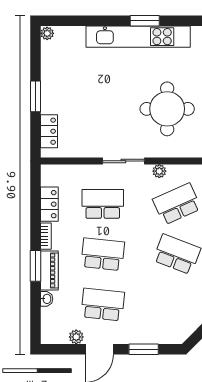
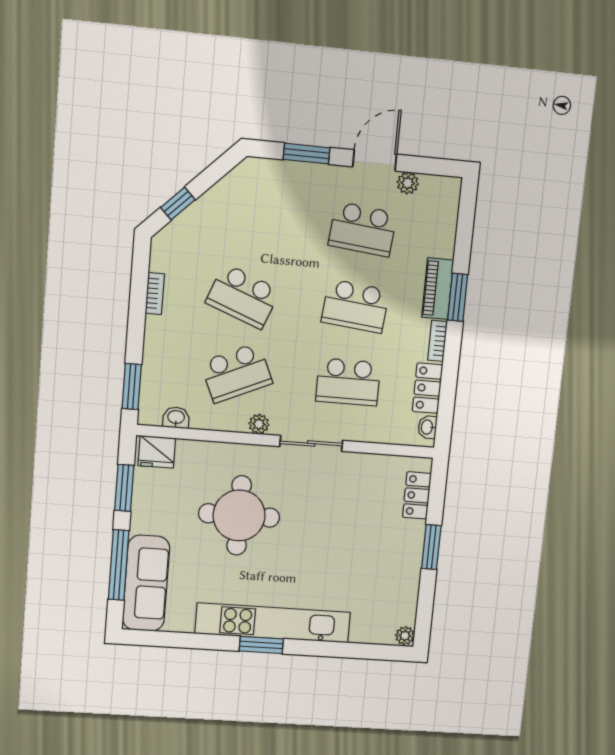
washbasin: (47, 299) -> (427, 427), moved

